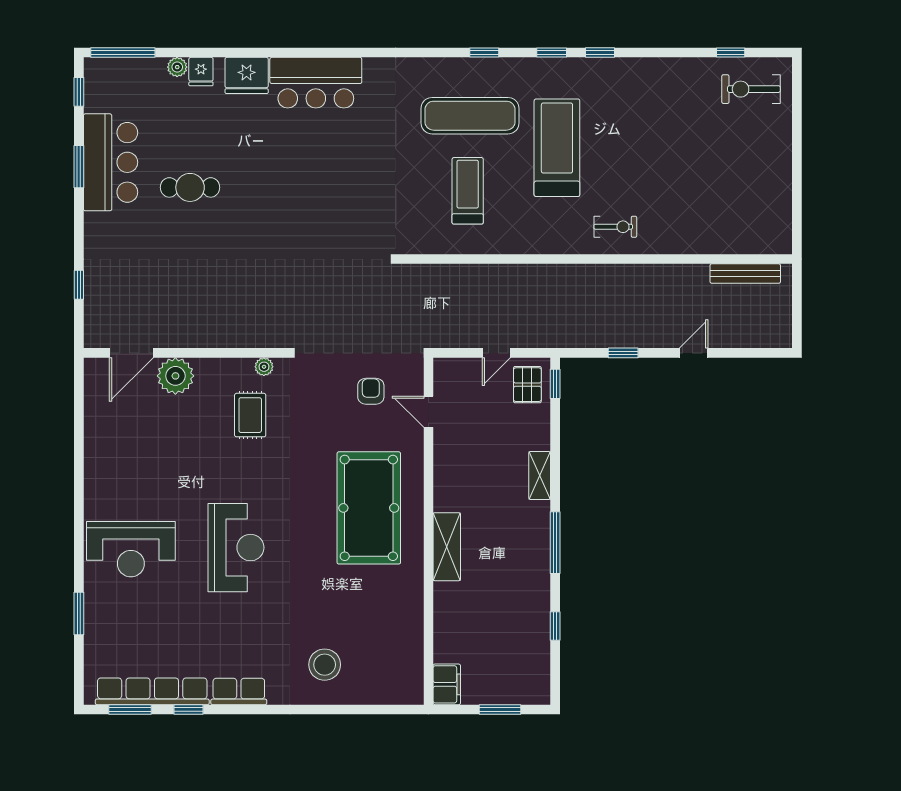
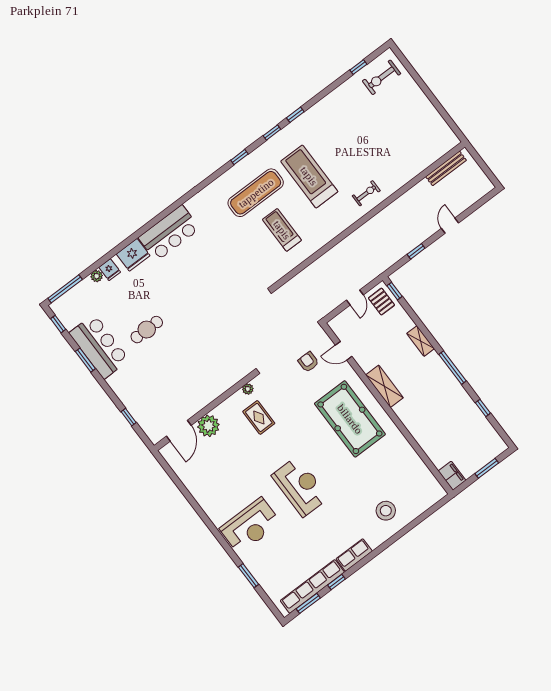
shelving: (447, 547) -> (384, 386), moved

